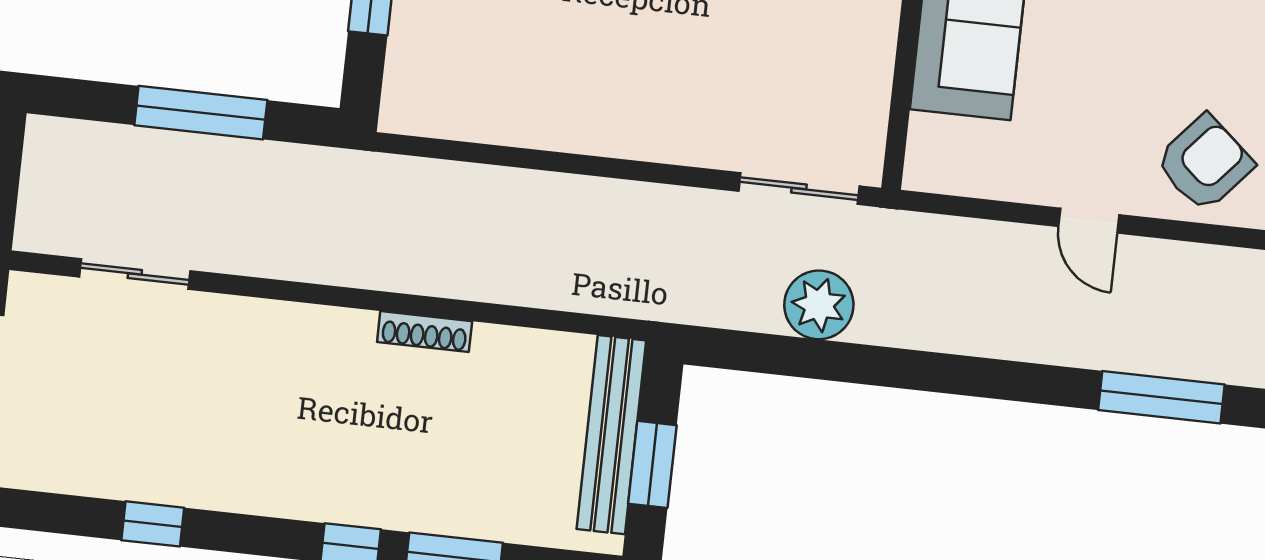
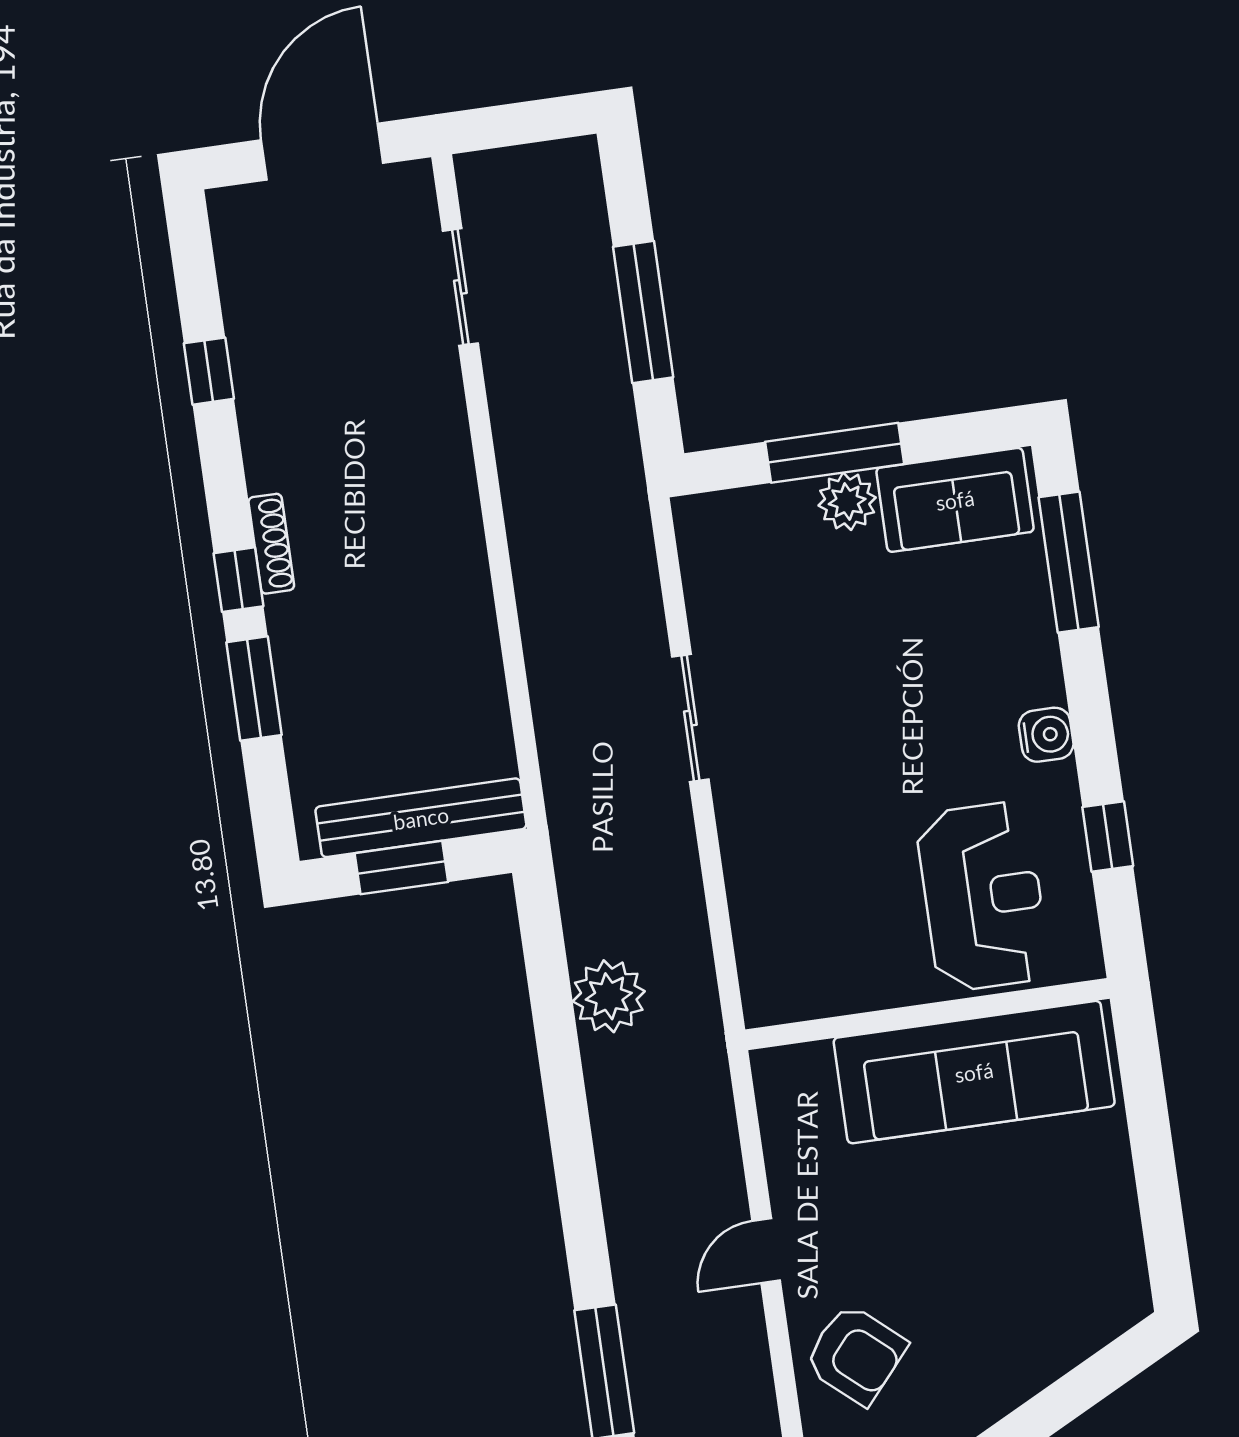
sliding door: (799, 189) -> (690, 718), moved
shoe rack: (425, 332) -> (271, 544), moved, turned 180

